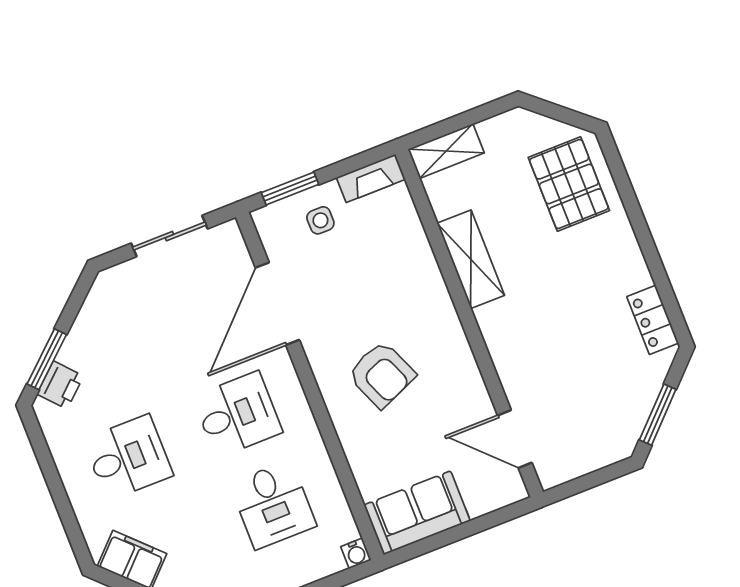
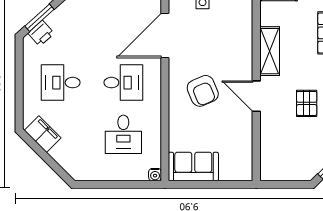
pallet: (571, 325) -> (307, 103), added
door: (515, 439) -> (256, 96), moved
desk: (128, 458) -> (61, 83), turned 180

